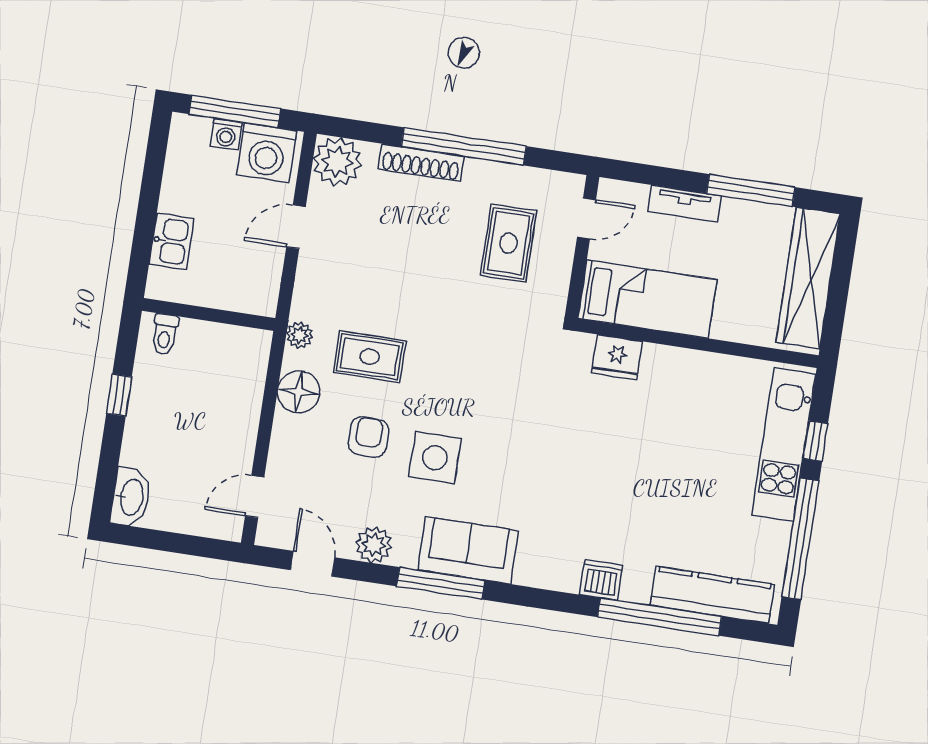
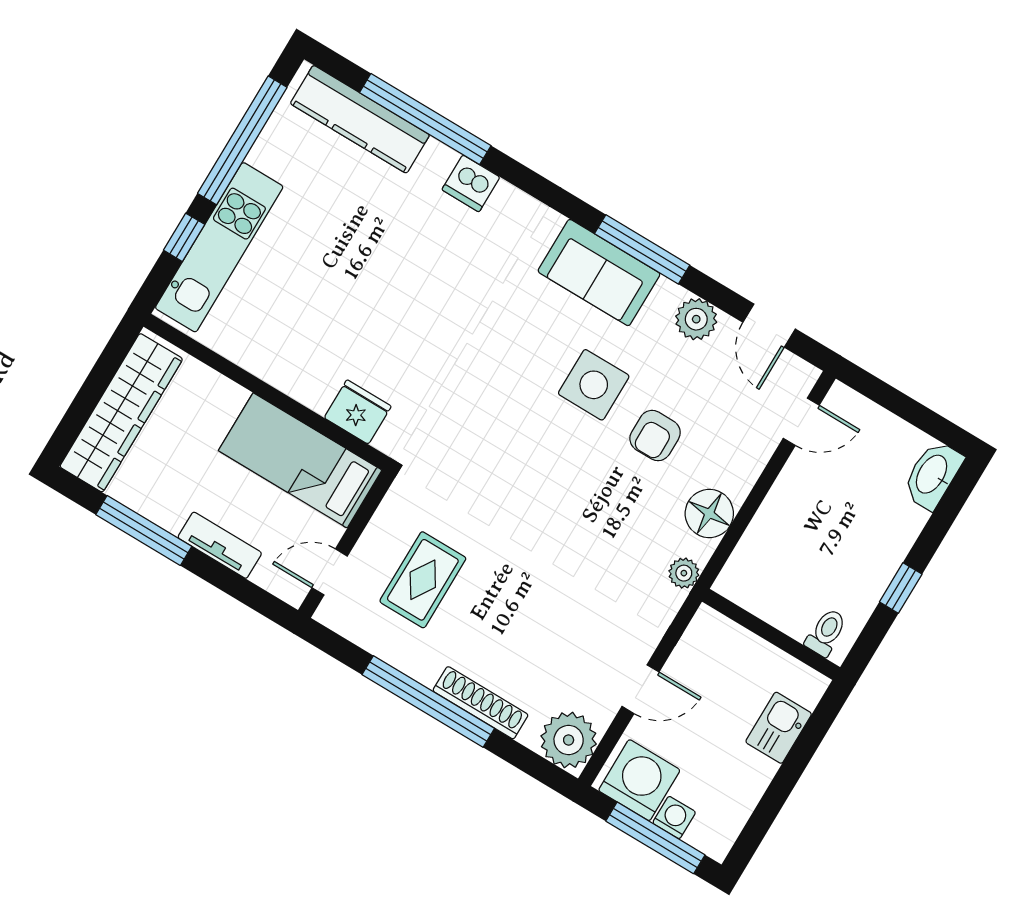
rug: (370, 357) -> (619, 520), removed

